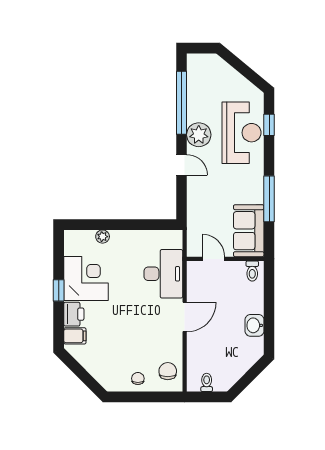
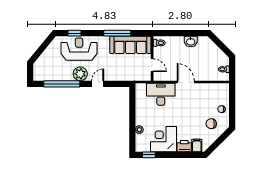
sofa: (249, 231) -> (130, 45), width x1.36
door: (214, 259) -> (152, 65), swing flipped
window: (59, 290) -> (149, 155), moved
chair: (168, 371) -> (211, 124), moved

